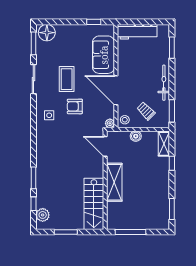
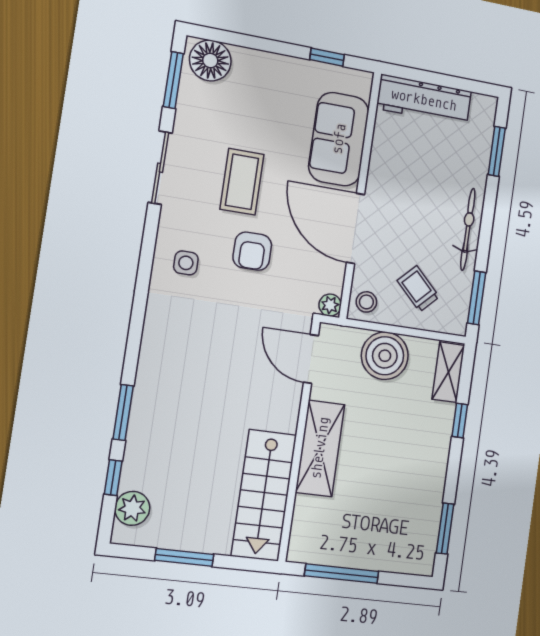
armchair: (75, 106) -> (252, 251), turned -90
boiler: (136, 136) -> (385, 356), width x1.86, depth x1.86

